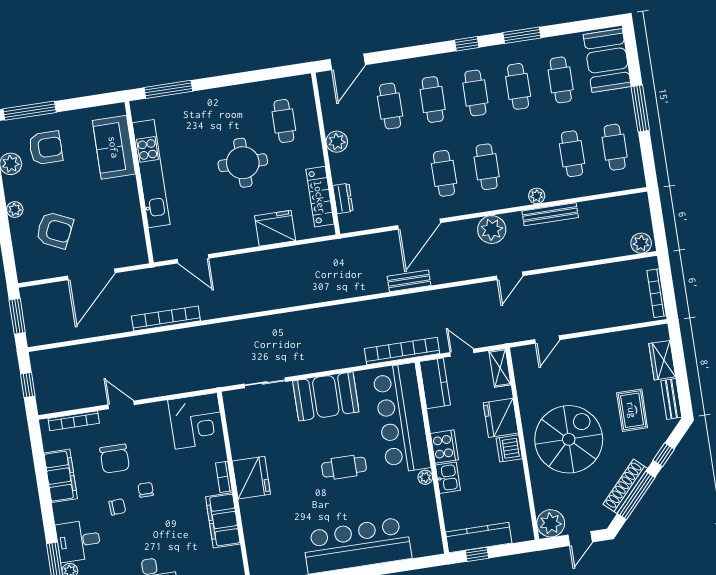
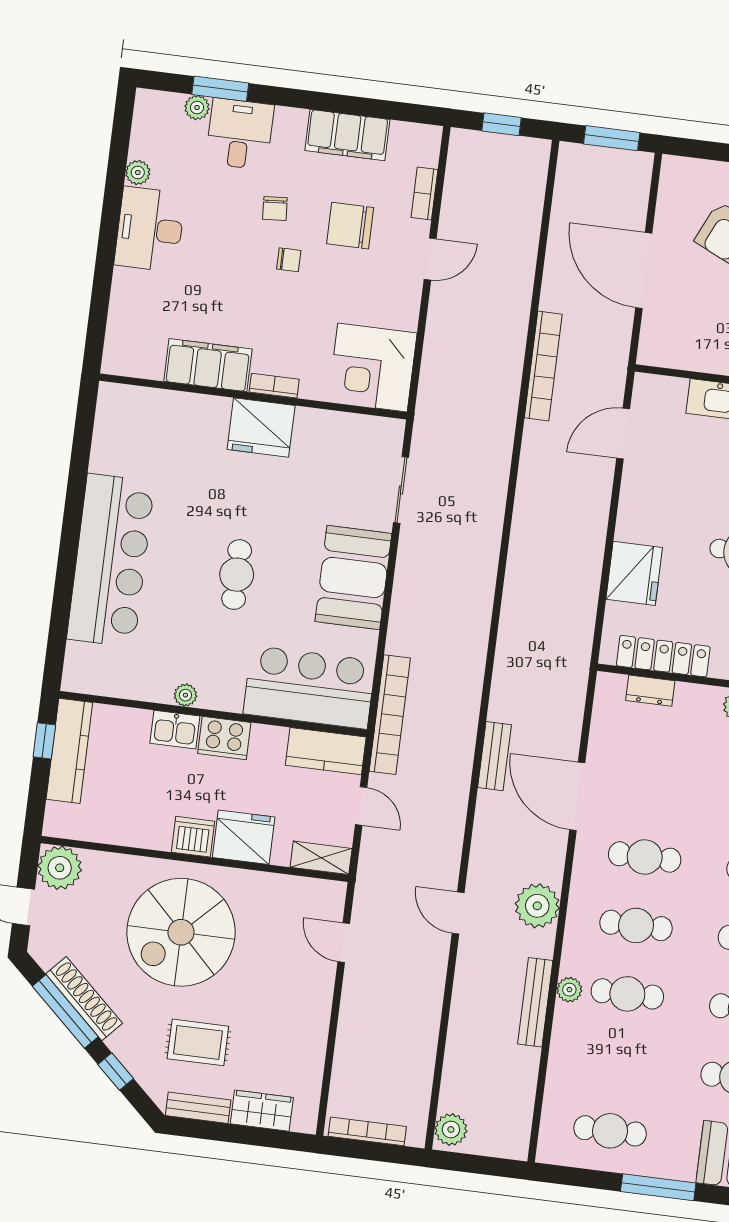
cafe table: (572, 154) -> (627, 994), moved
door: (462, 353) -> (361, 806), hinge flipped
bar counter: (402, 418) -> (309, 687), width x0.73
bookcase: (74, 421) -> (424, 194), width x0.64
spiral stairs: (569, 439) -> (181, 932), turned 90

